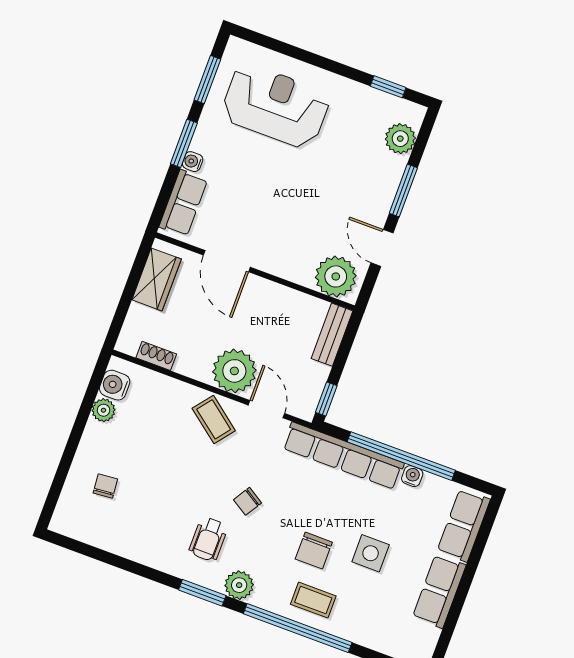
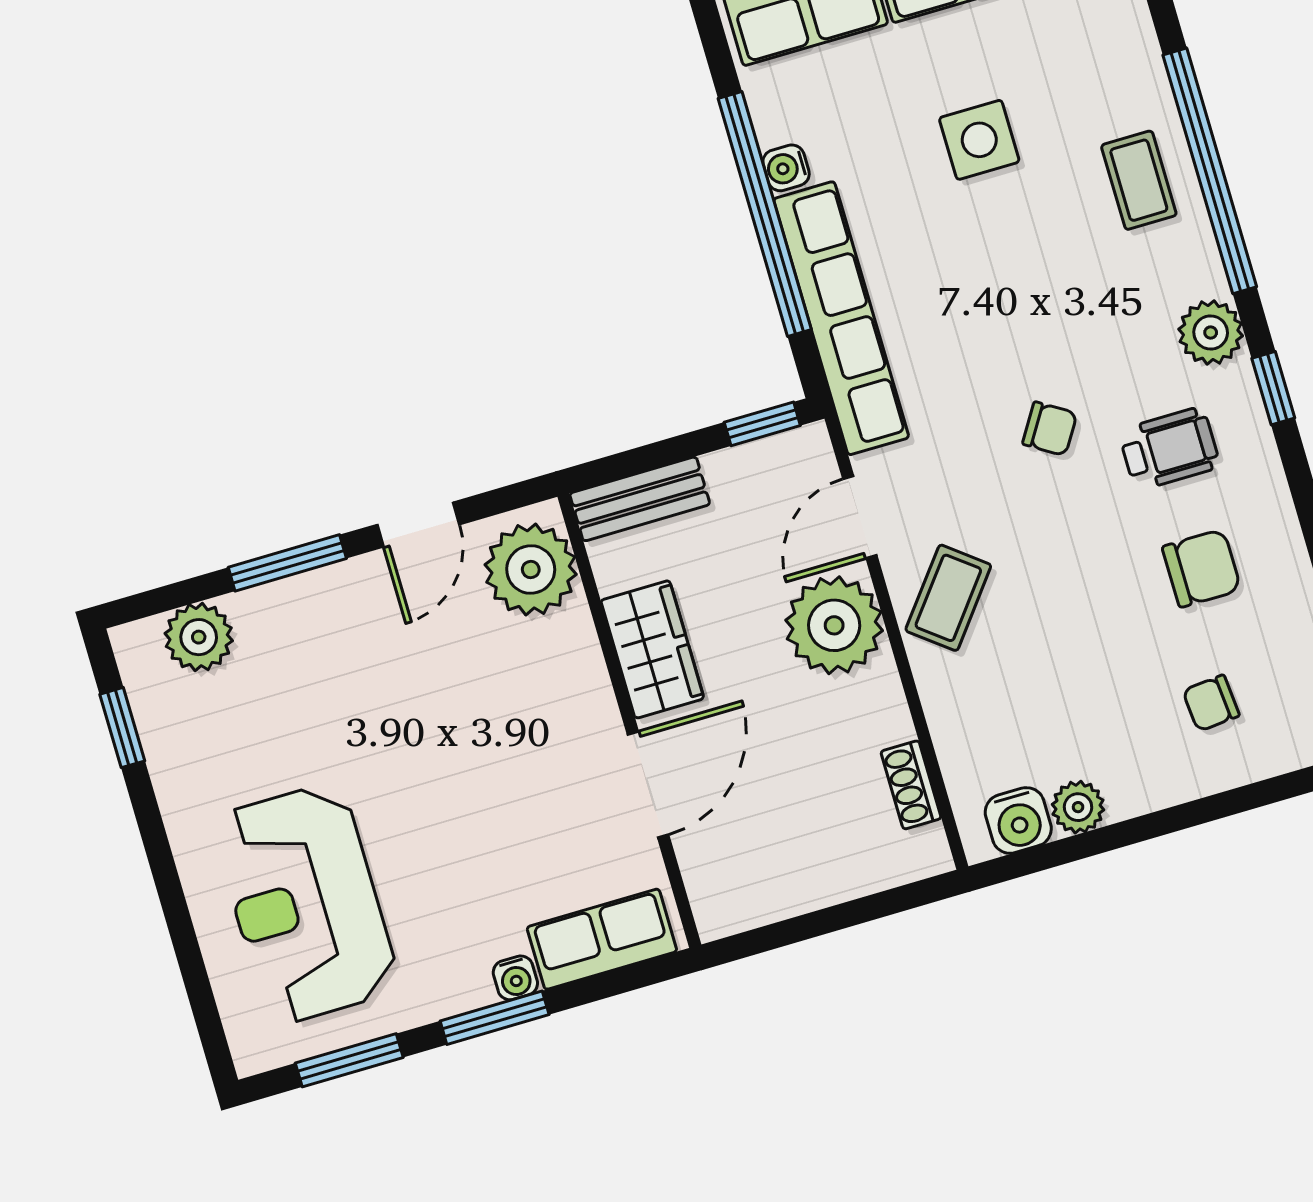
wardrobe: (157, 279) -> (652, 649), moved, turned 90
chair: (314, 551) -> (1202, 568), moved
window: (202, 593) -> (1273, 388), width x0.67

